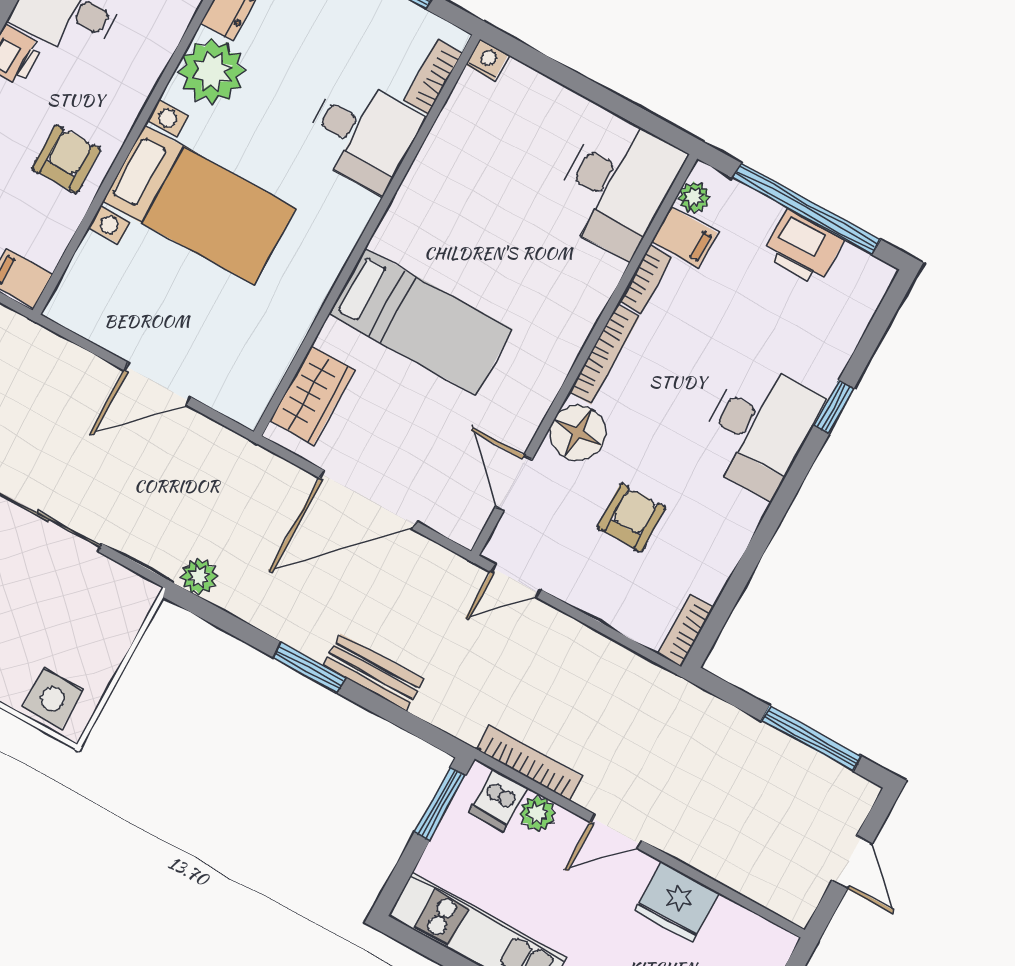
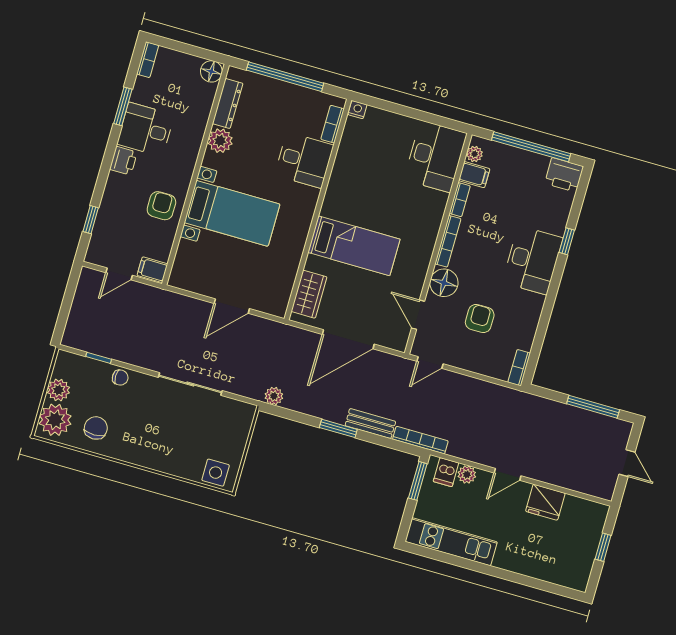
plant: (212, 71) -> (220, 141), width x0.73, depth x0.73
printer: (803, 247) -> (564, 175), moved
bookcase: (529, 763) -> (420, 440), moved

